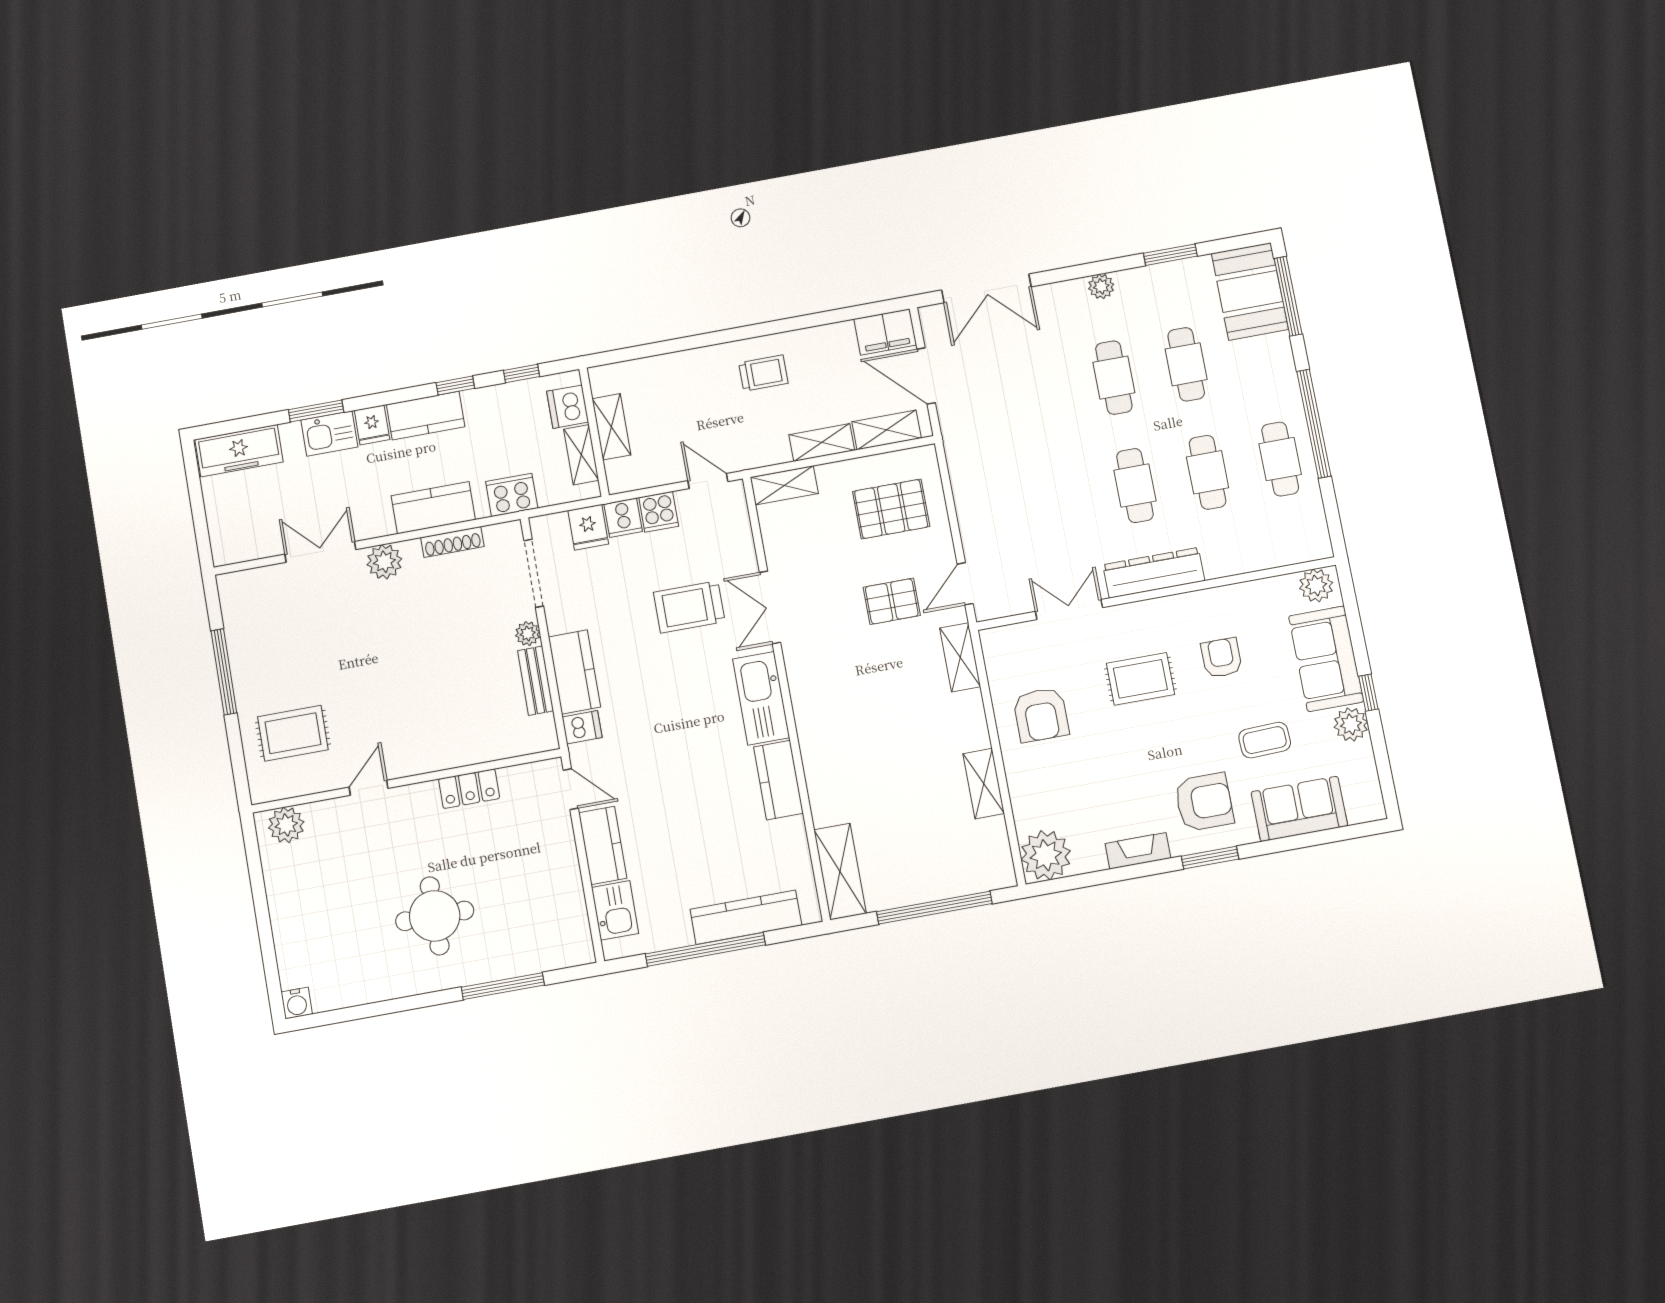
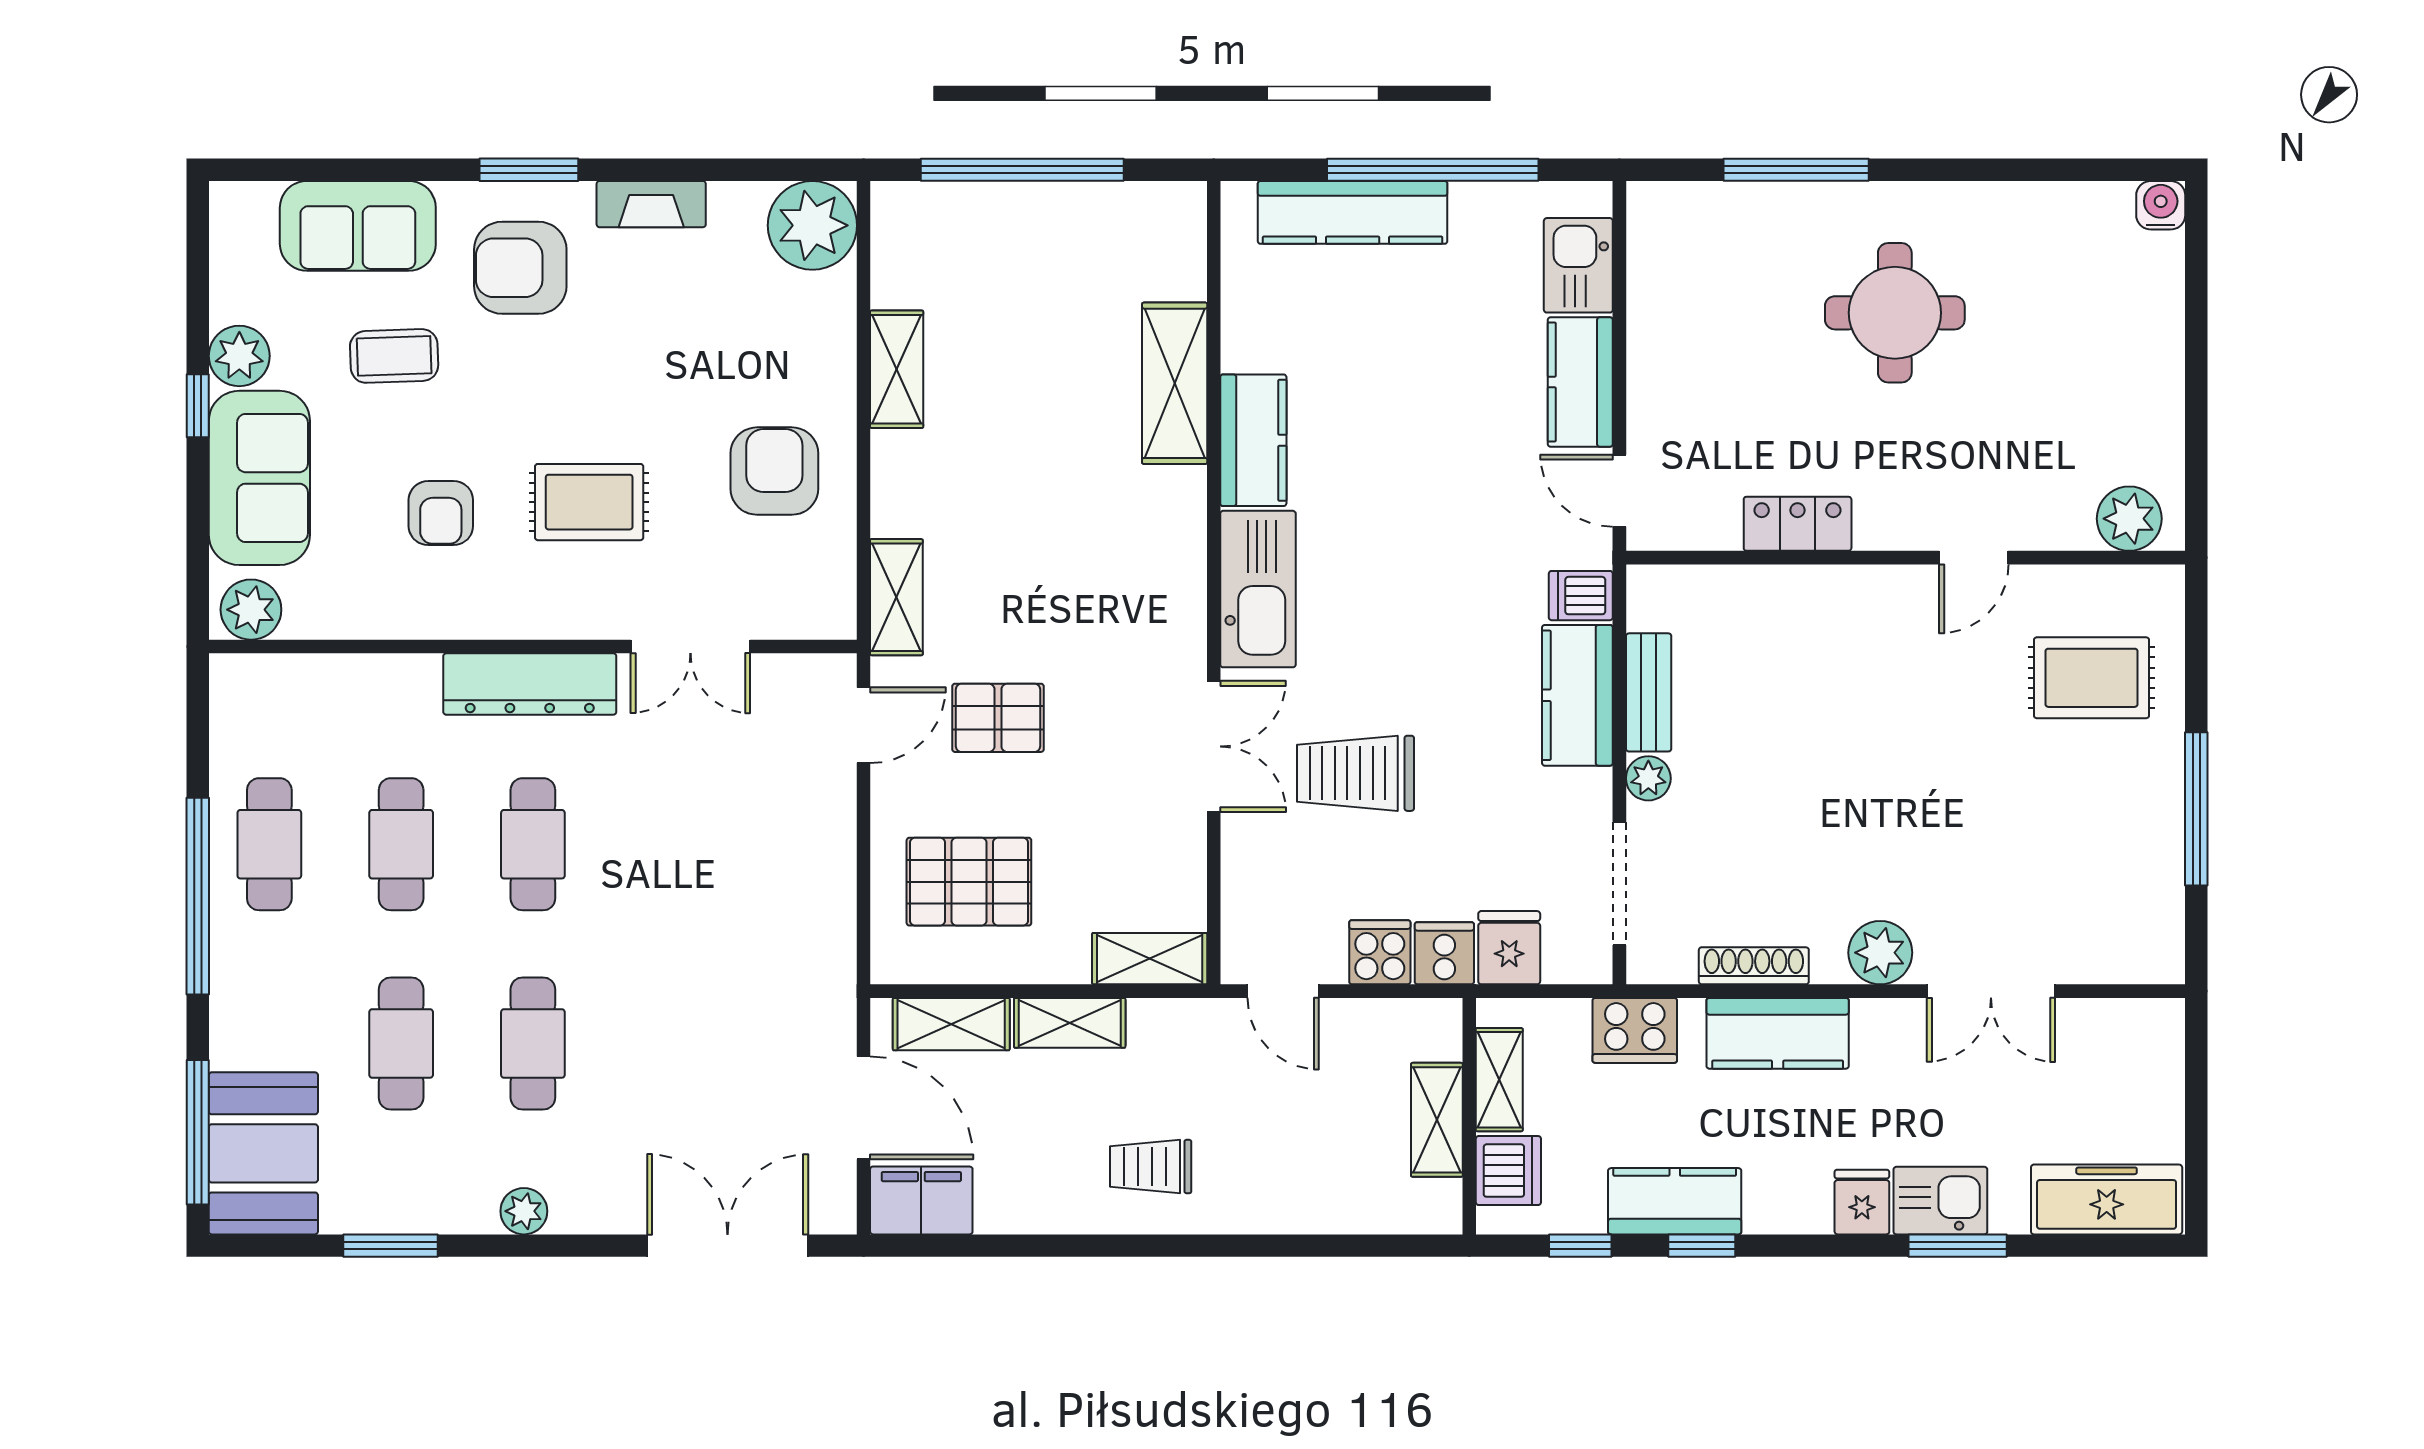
kitchen counter: (426, 416) -> (1675, 1201), moved
trolley: (689, 607) -> (1356, 773), turned 180
shelving: (840, 872) -> (1175, 383), moved

